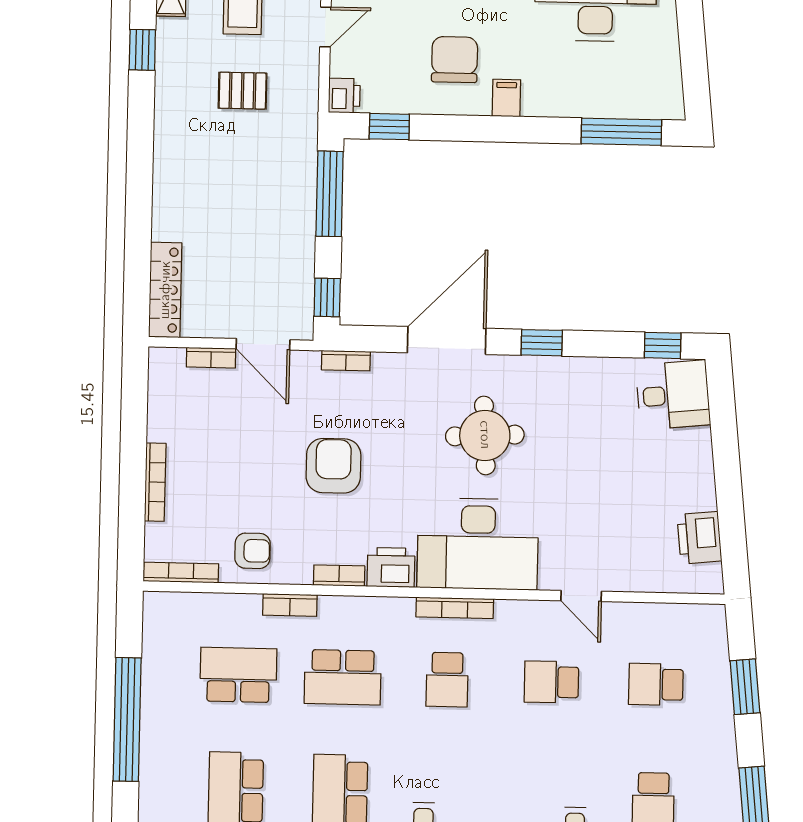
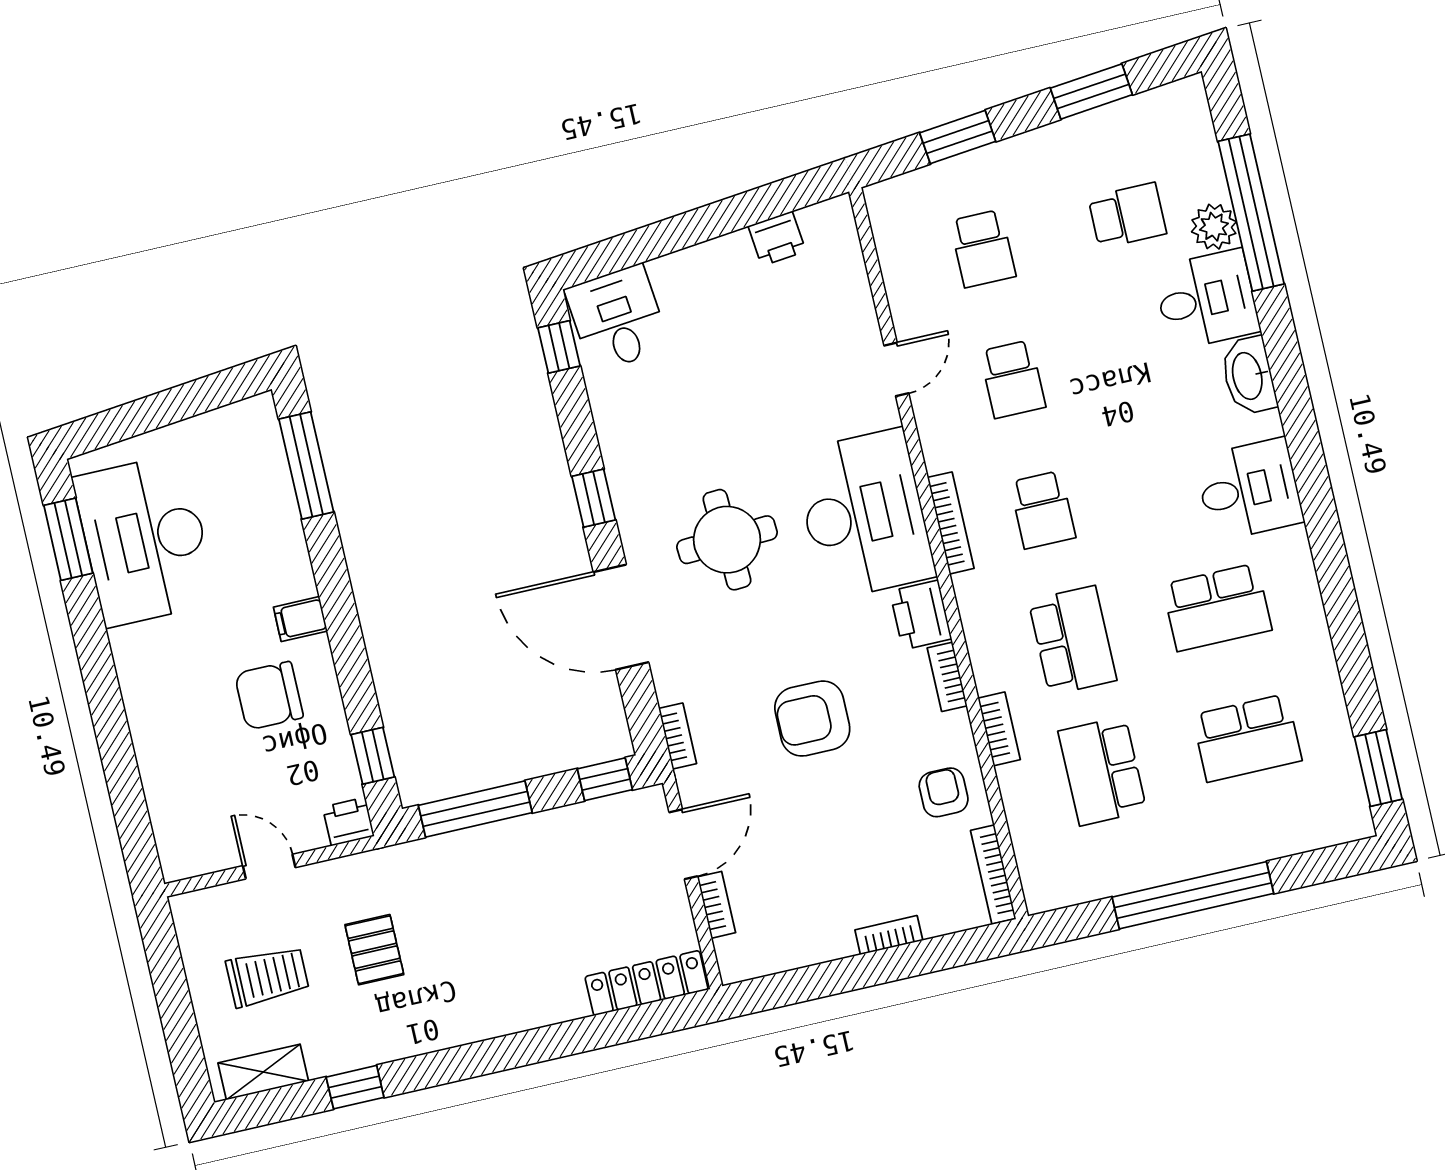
bookcase: (155, 482) -> (889, 935), width x0.64
printer: (699, 538) -> (777, 239), width x0.73, depth x0.81
school desk: (447, 680) -> (1043, 510), turned 90

